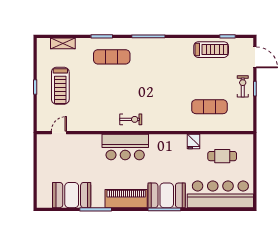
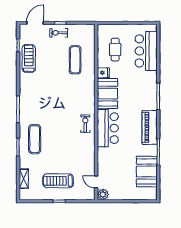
treadmill: (60, 86) -> (58, 181), turned 180
plant: (43, 141) -> (103, 194), added
bar counter: (220, 194) -> (146, 51), width x0.73
booth: (167, 195) -> (107, 94), moved

